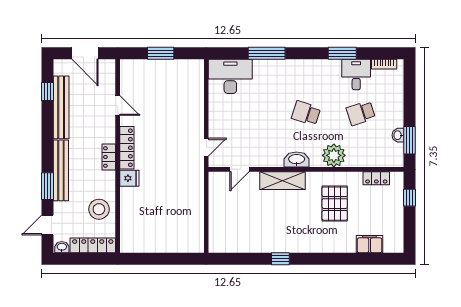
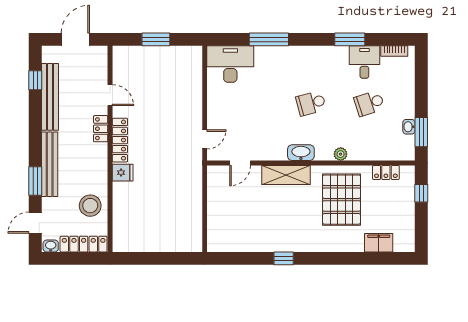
door: (85, 53) -> (75, 39), swing flipped
school desk: (306, 113) -> (311, 103), turned -33
plant: (334, 155) -> (341, 154), width x0.53, depth x0.53
locker: (109, 157) -> (101, 129), moved
pallet: (335, 204) -> (342, 200), width x1.37, depth x1.41

